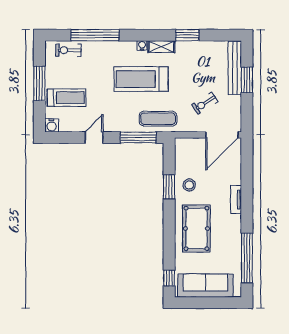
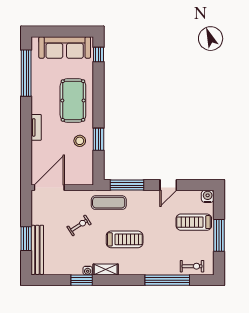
water cooler: (142, 46) -> (88, 271), moved
treadmill: (141, 79) -> (125, 239), width x0.73, depth x0.73
exercise bike: (205, 103) -> (79, 225), moved

